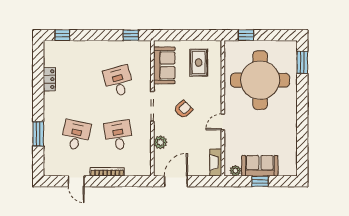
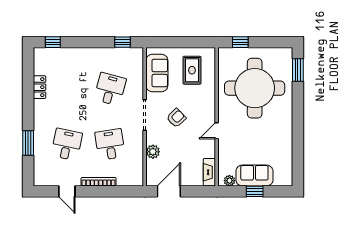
desk: (118, 81) -> (110, 89), turned 30

